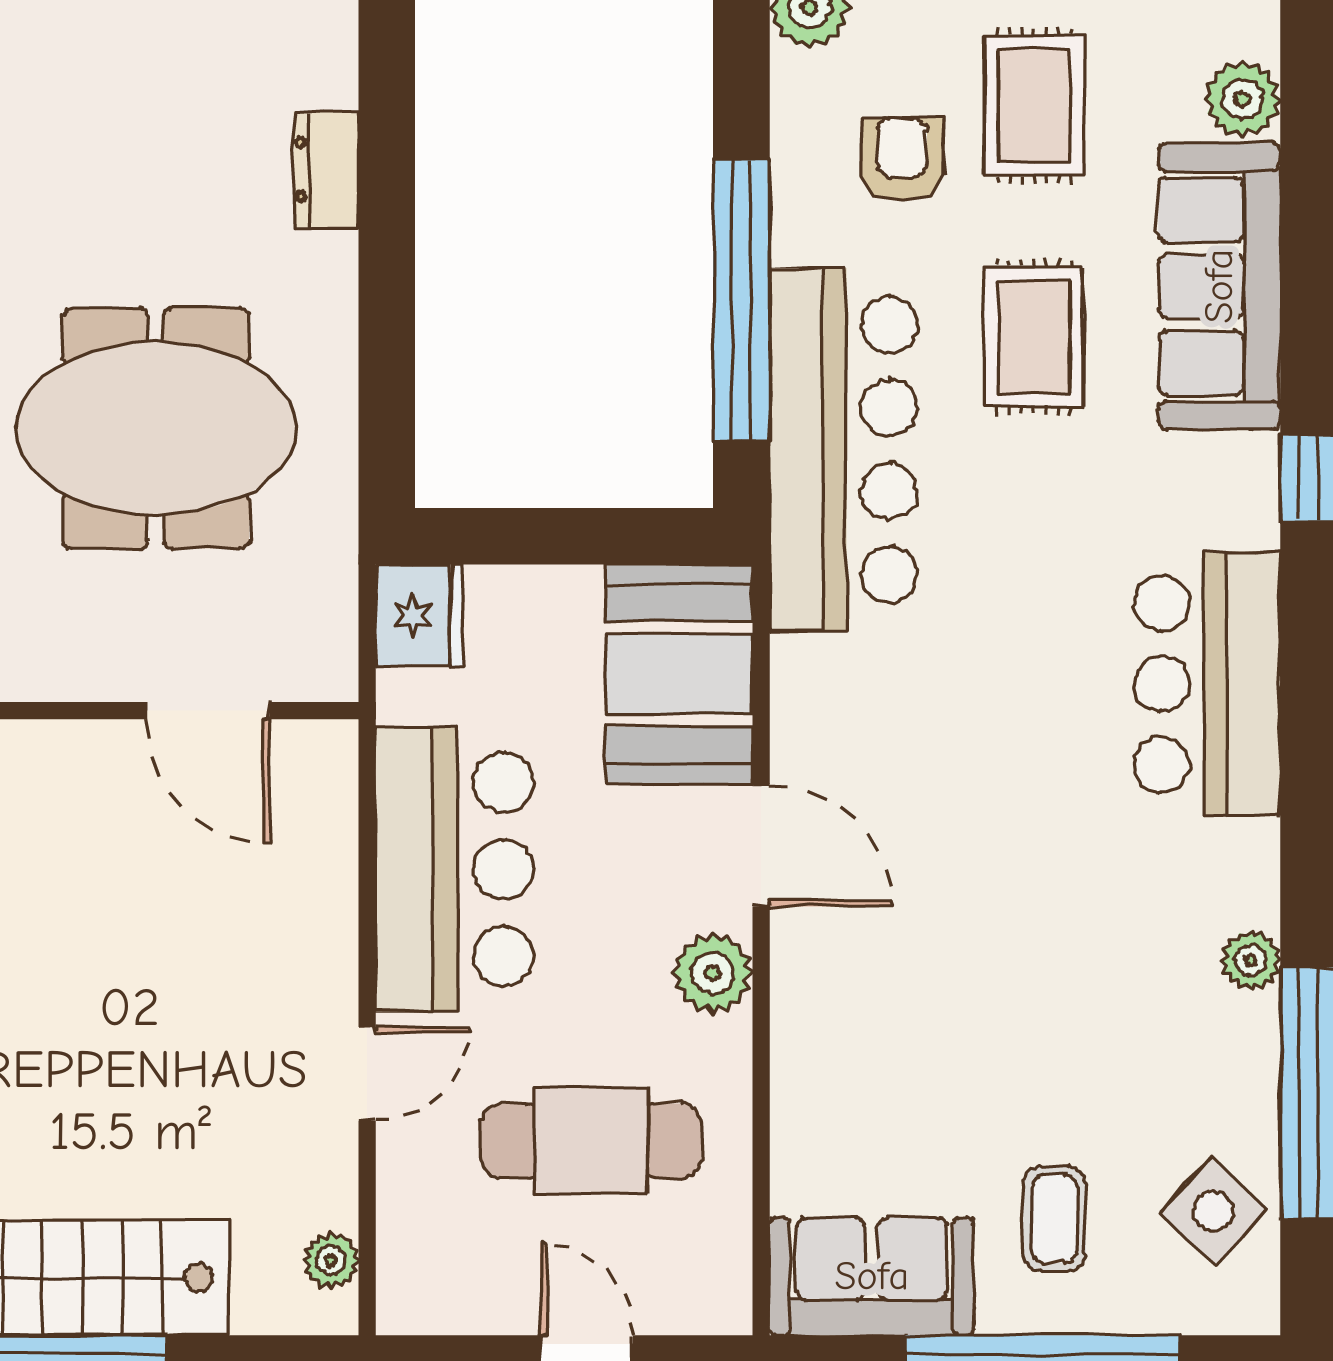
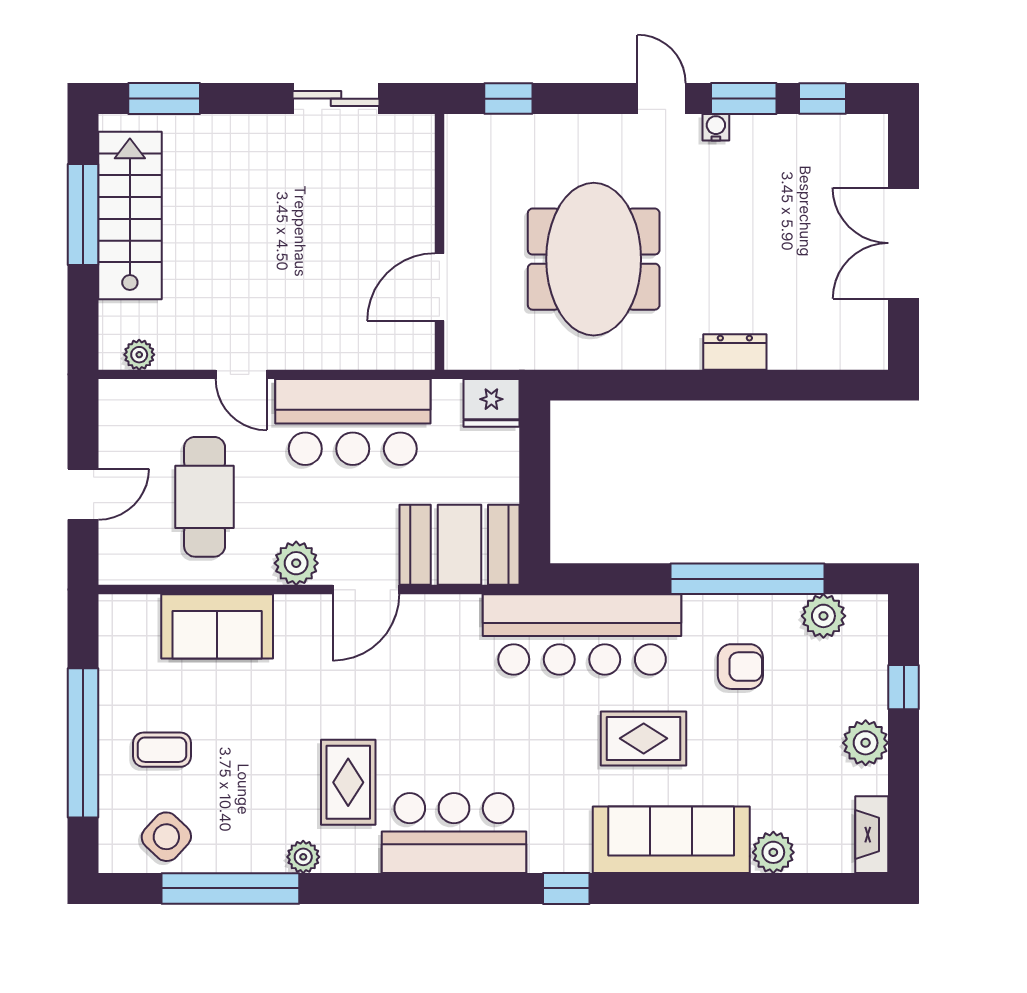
rug: (1034, 106) -> (348, 782), moved, turned 90
window: (741, 300) -> (747, 579), moved
sofa: (872, 1276) -> (217, 626), moved, turned 90

